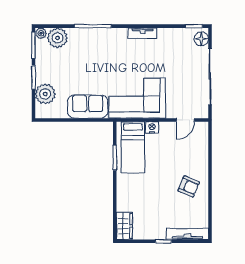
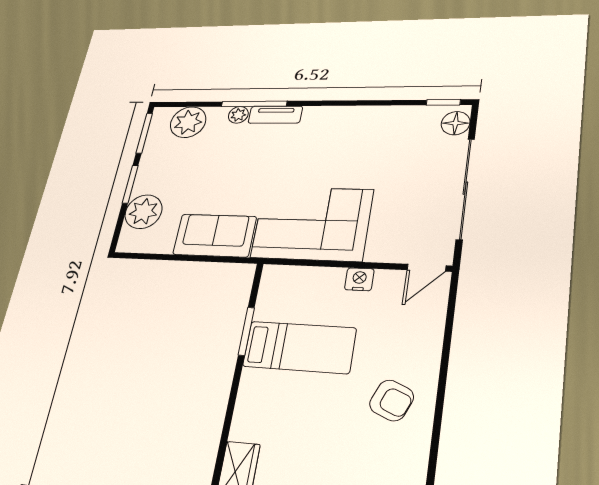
plant: (41, 33) -> (238, 115), moved
tv unit: (143, 33) -> (275, 115), moved
door: (185, 120) -> (426, 268), moved
nightstand: (152, 127) -> (359, 279), moved
bed: (133, 147) -> (299, 347), moved, turned -90

